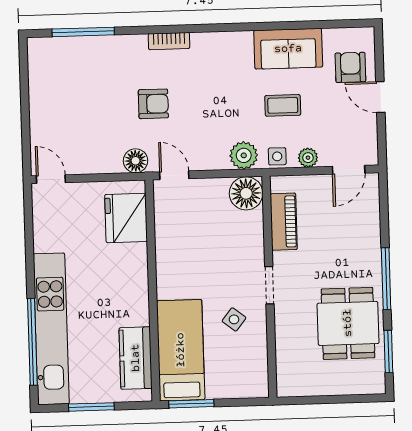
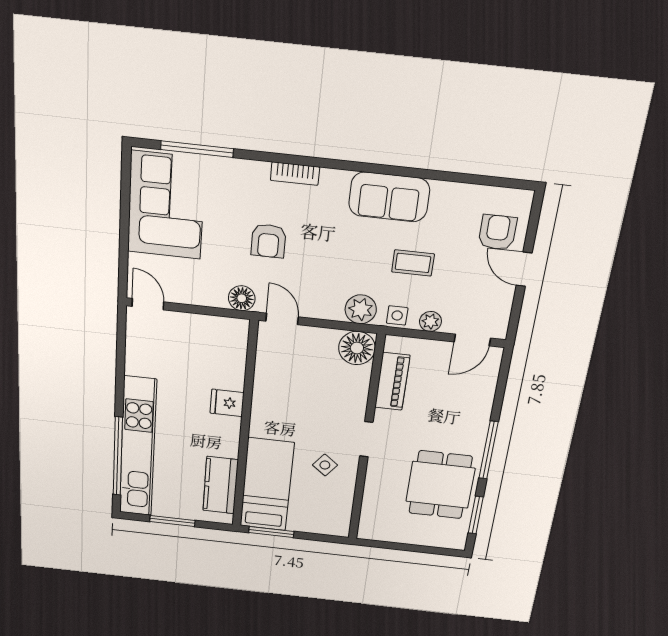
sofa: (288, 49) -> (389, 197), moved
corner sofa: (60, 85) -> (166, 205), added
armchair: (153, 104) -> (268, 241), turned 90
fridge: (126, 218) -> (227, 403), moved, width x0.53, depth x0.75

